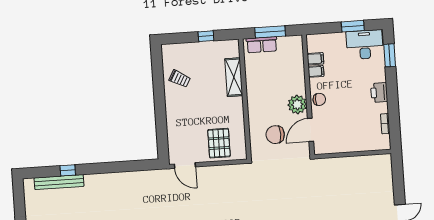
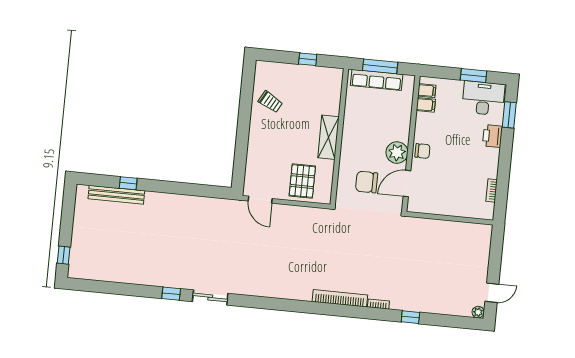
row of seats: (262, 45) -> (377, 80), width x1.48
filing cabinet: (316, 71) -> (427, 91), moved
shelving: (234, 77) -> (328, 137), moved
printer: (379, 93) -> (492, 136), moved

